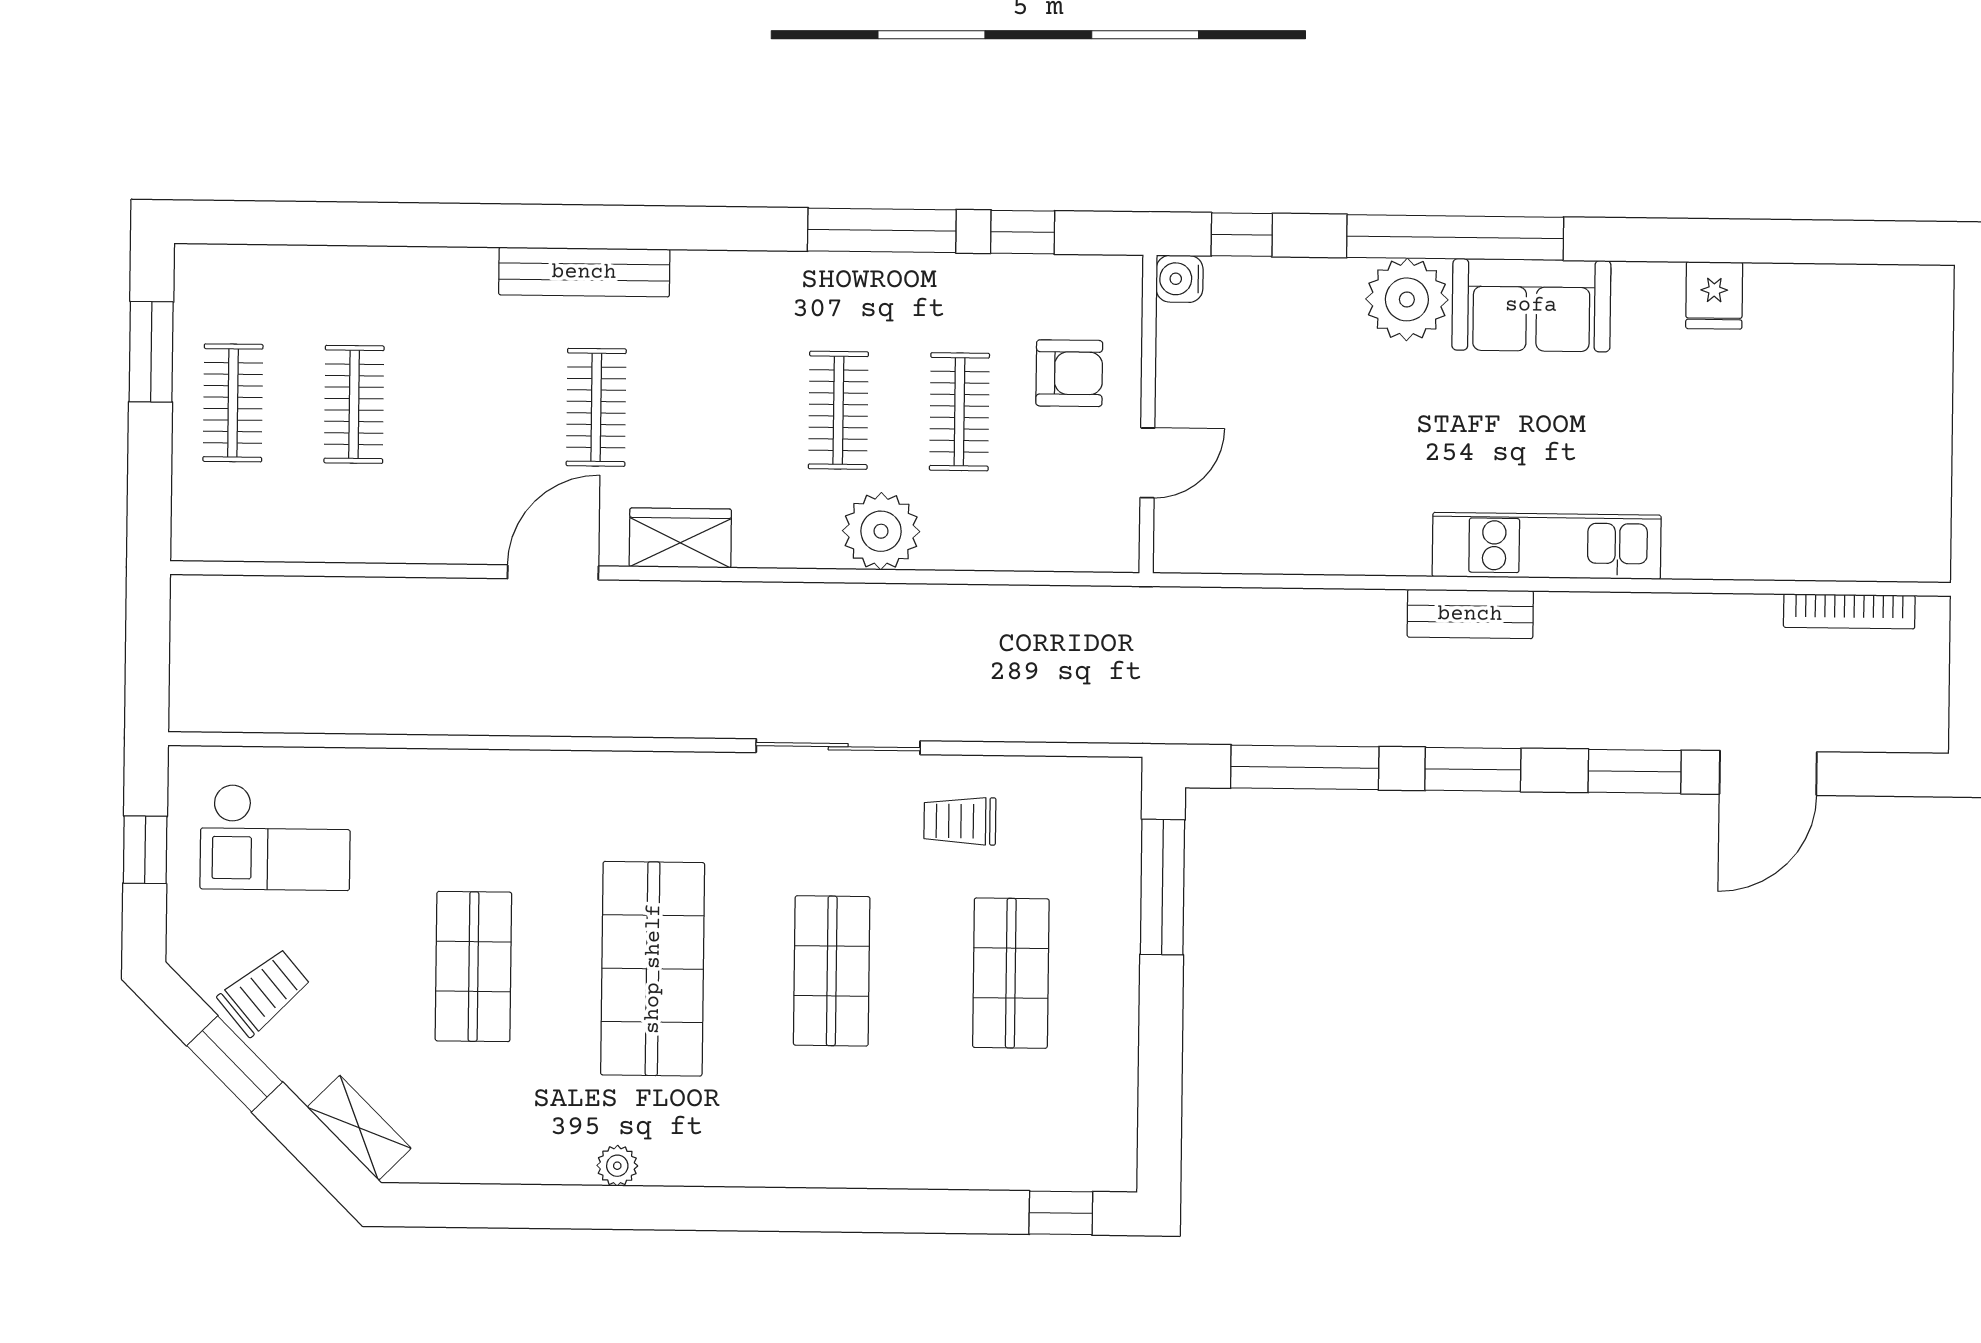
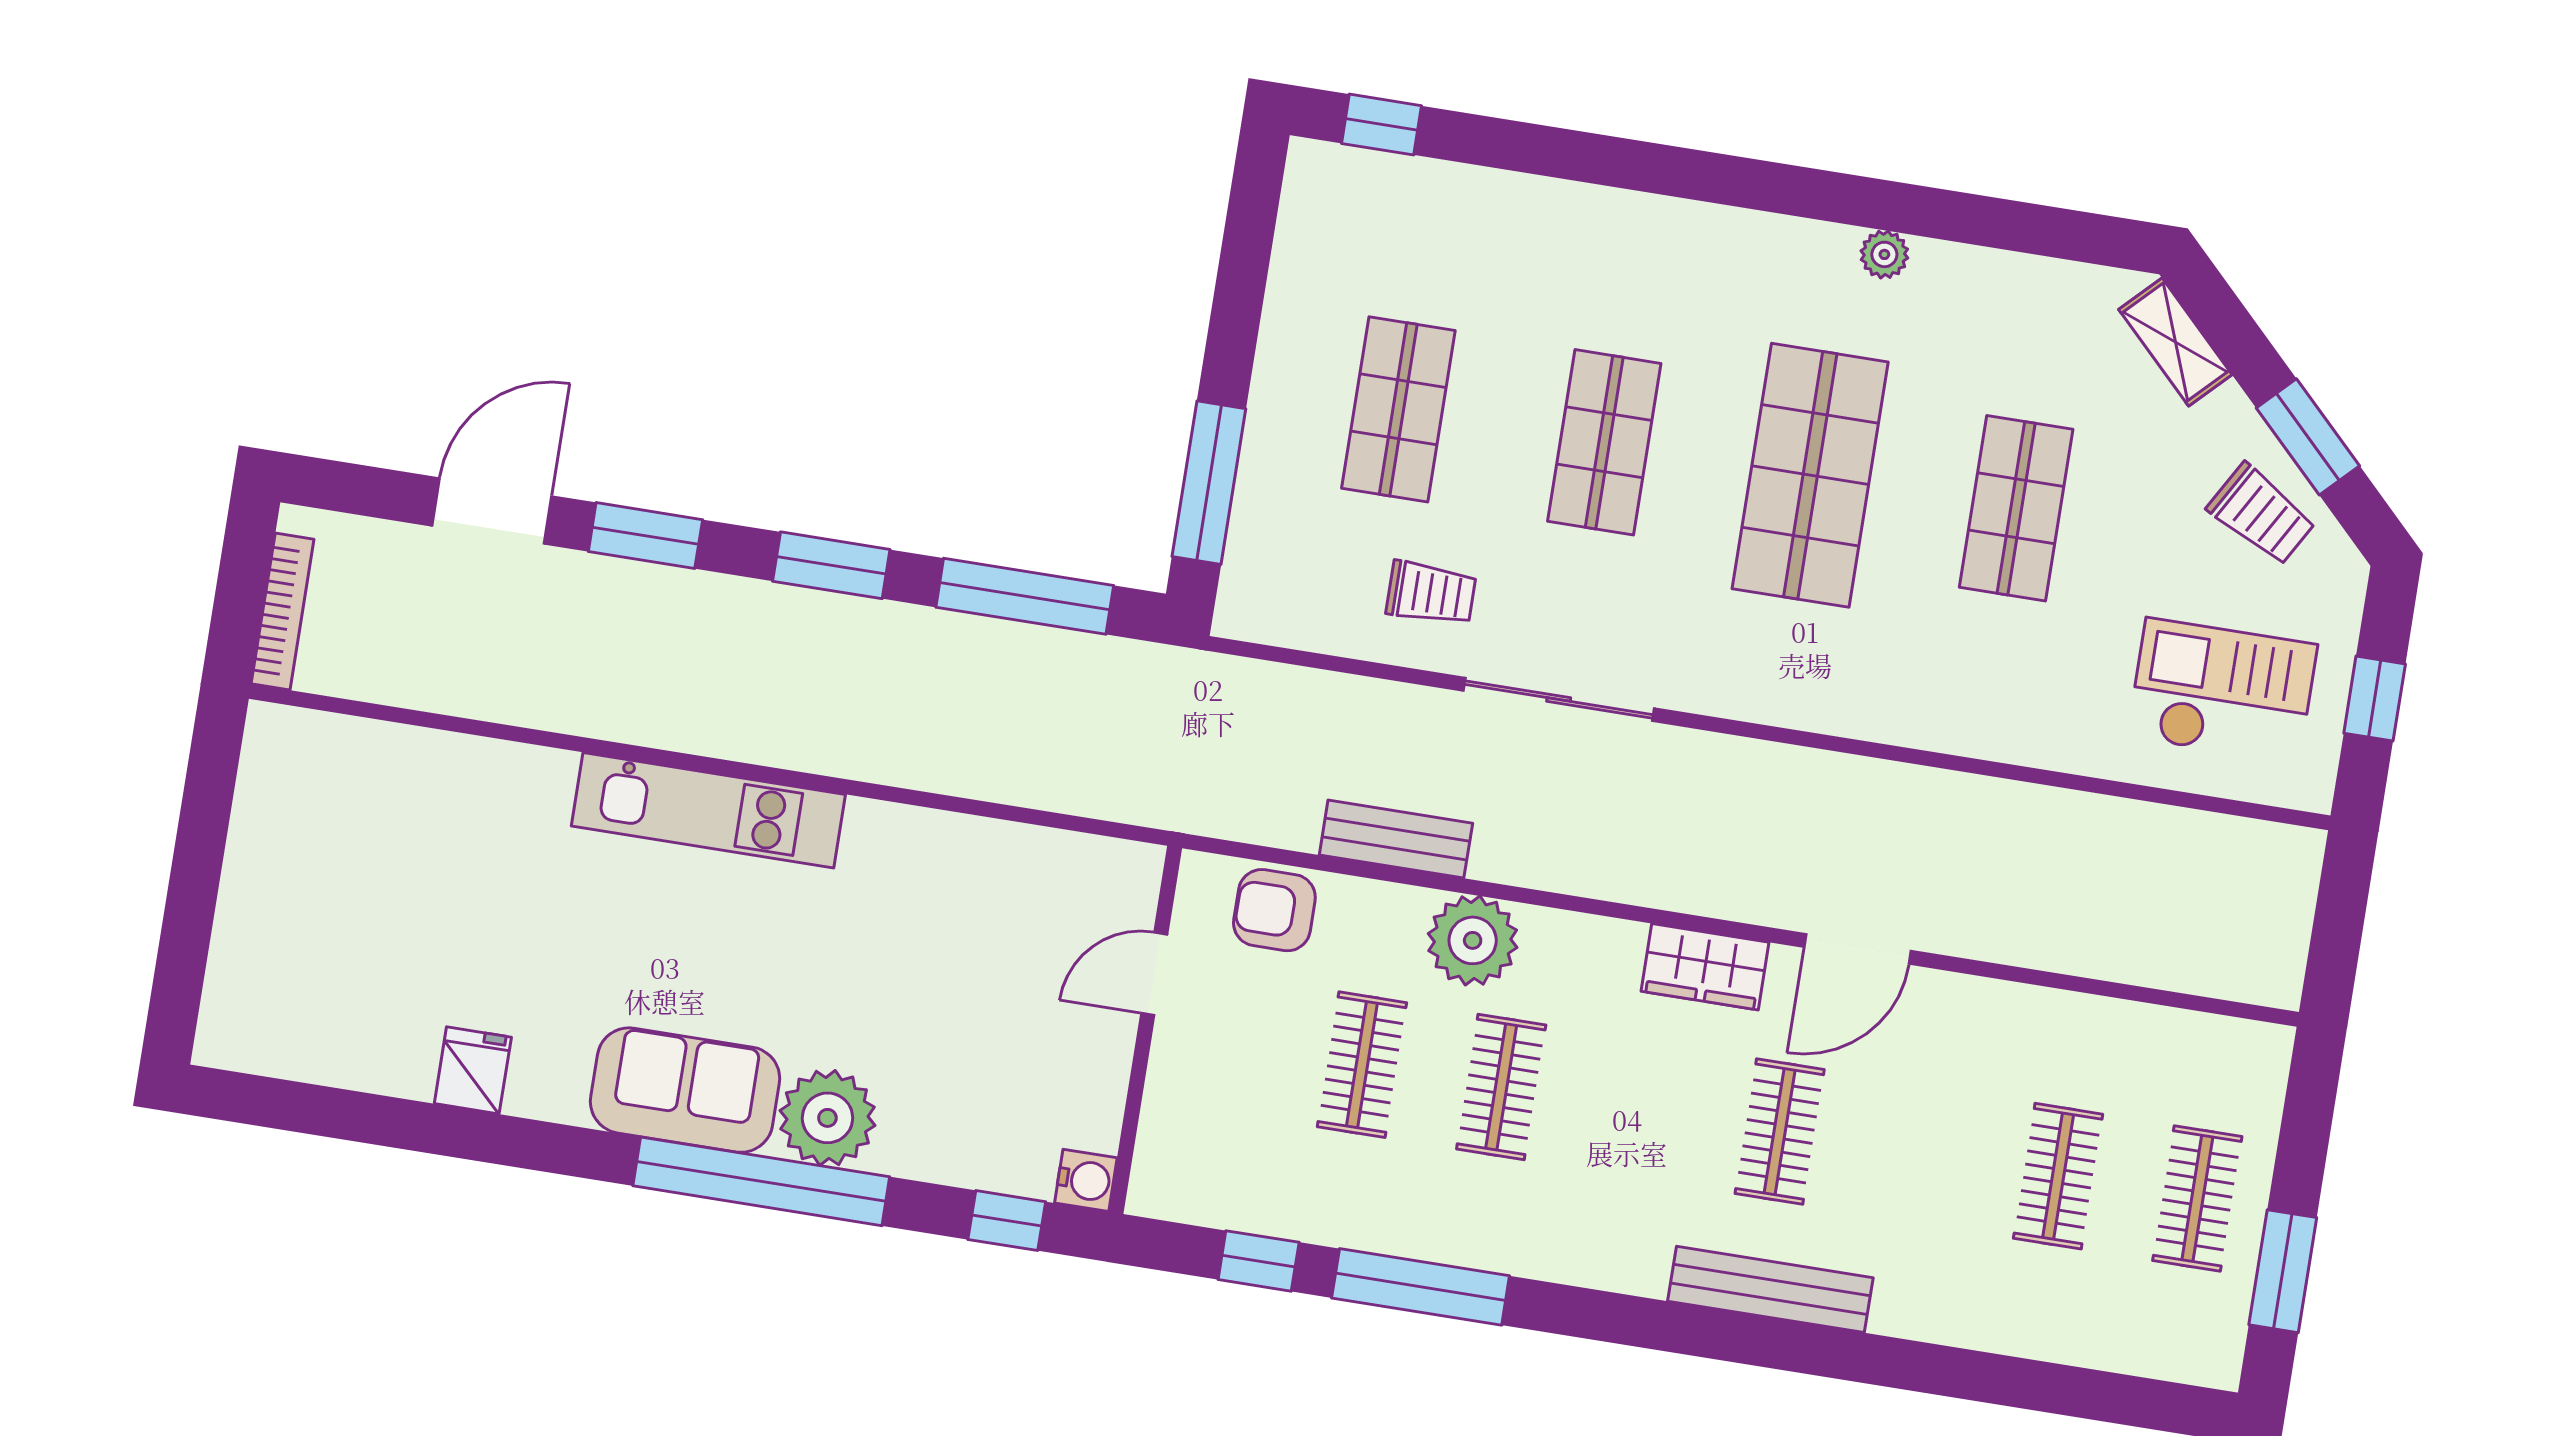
armchair: (1069, 373) -> (1274, 910), moved
bookcase: (1849, 611) -> (283, 612), moved, turned 90
bench: (1470, 614) -> (1396, 839), moved
trolley: (264, 992) -> (2261, 514), turned -110

